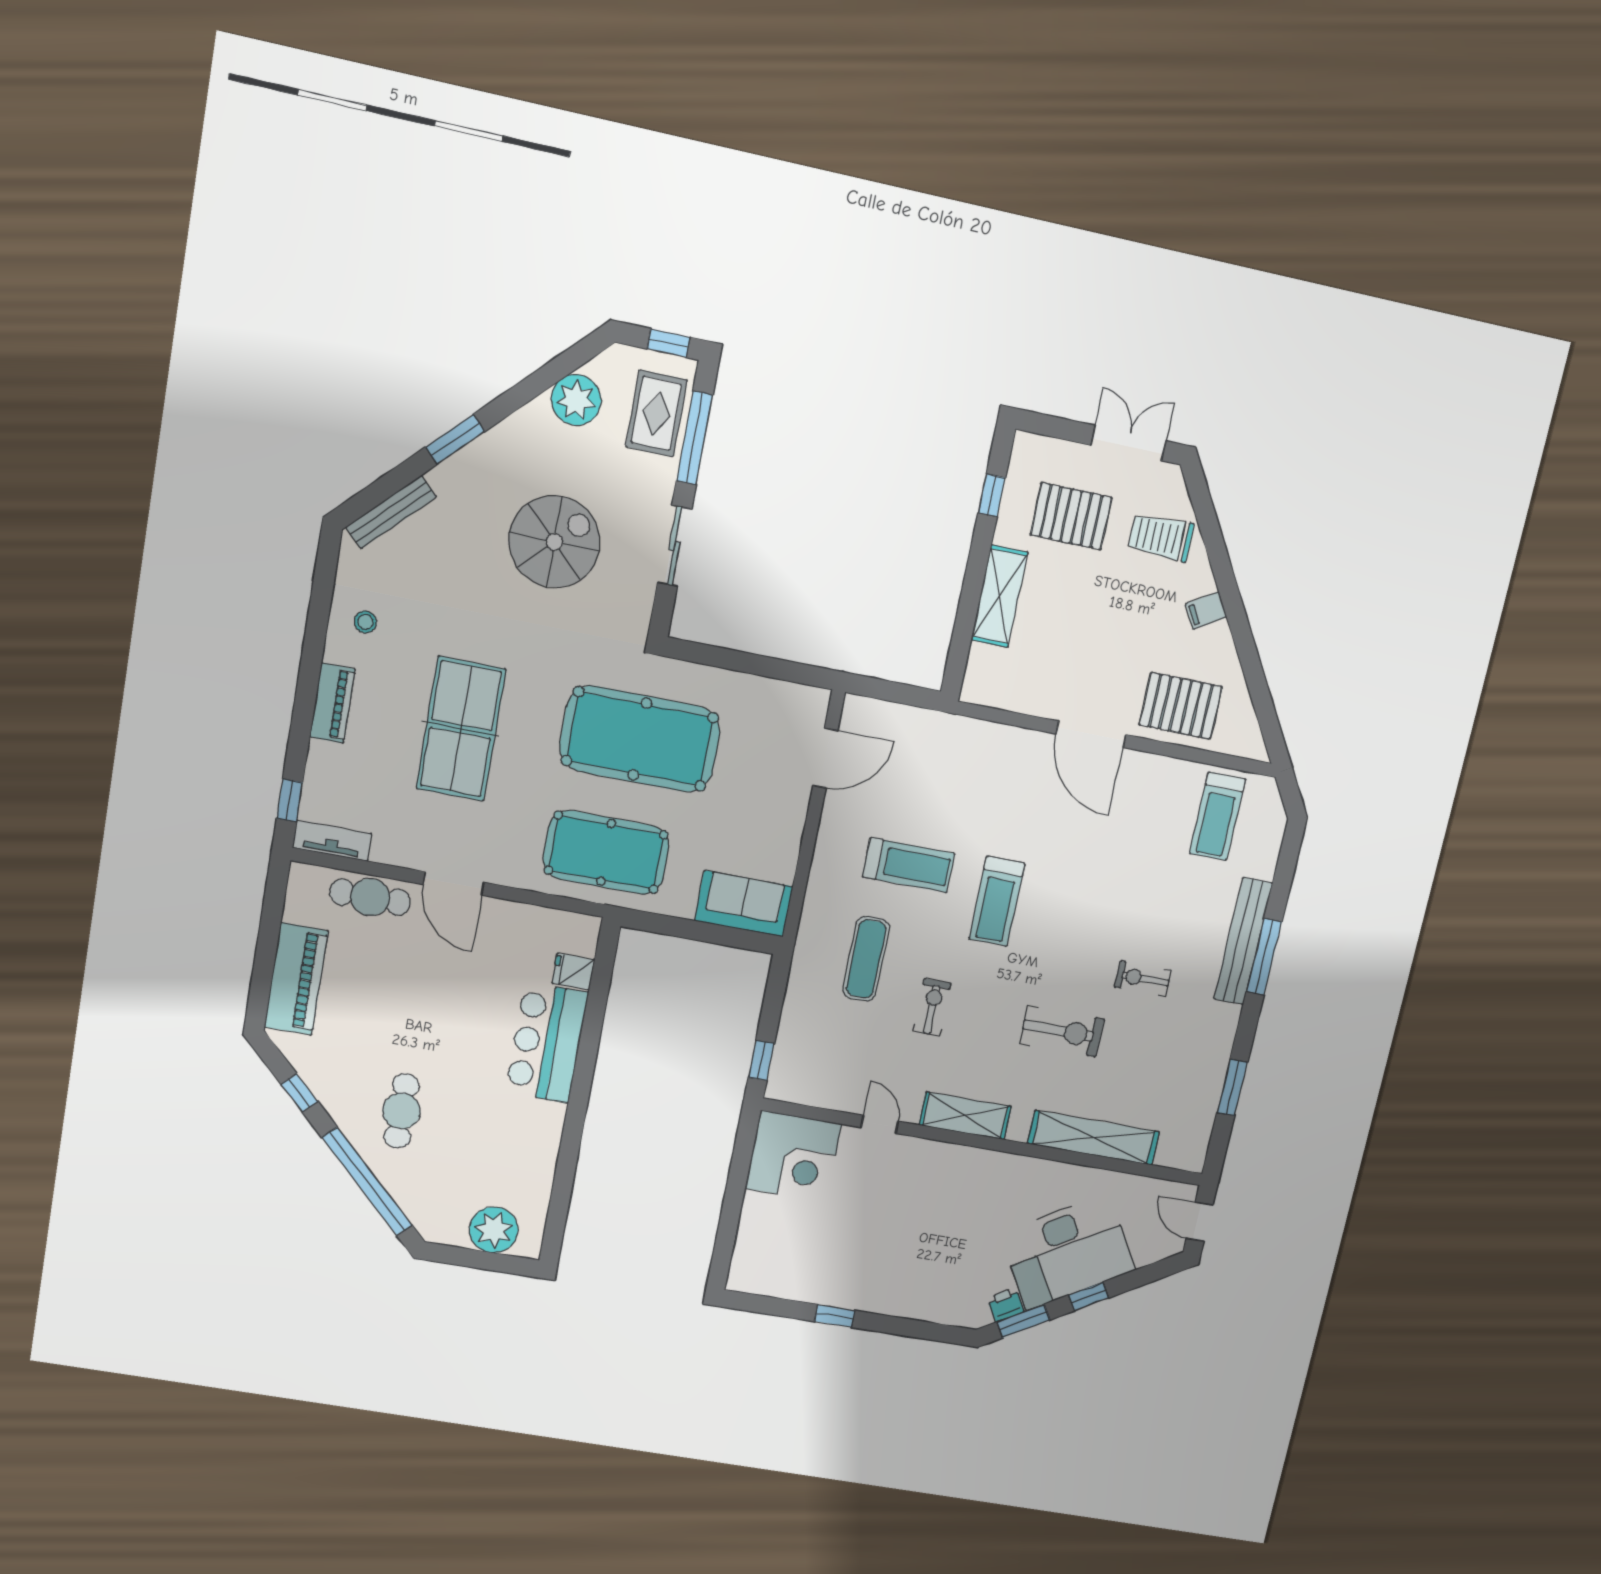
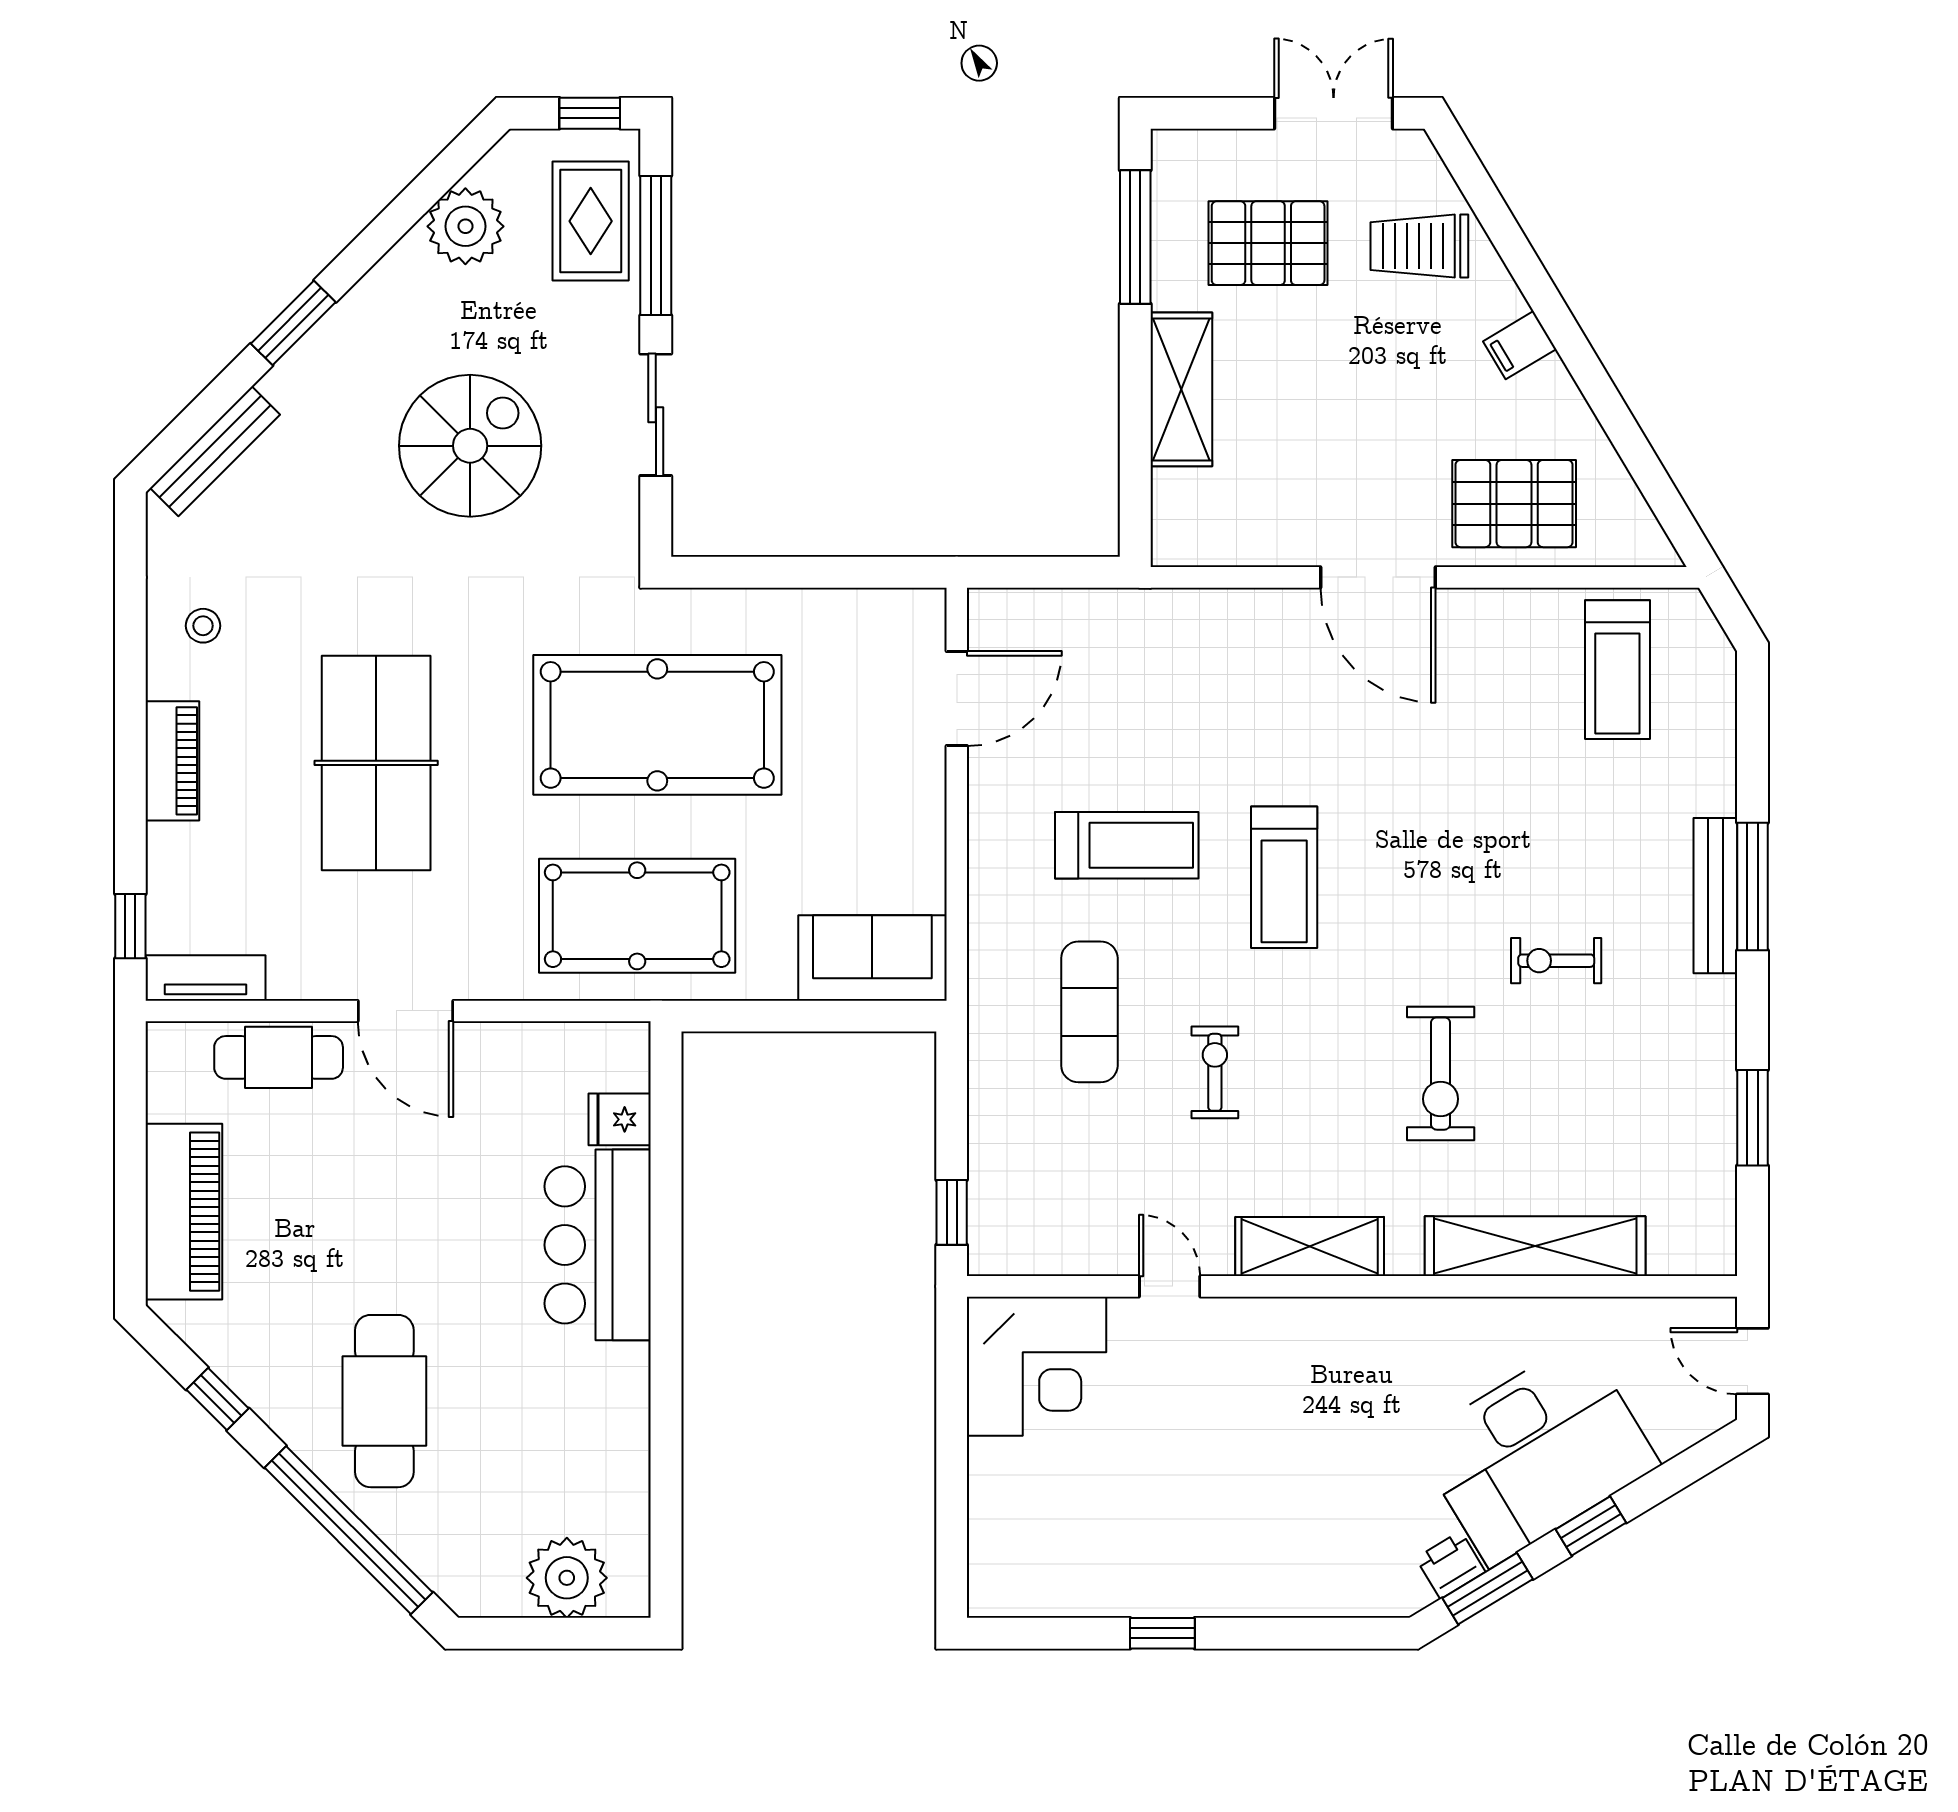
window: (992, 495) -> (1135, 237), width x2.17
bench: (1243, 941) -> (1715, 896), width x0.73, depth x0.82
exercise bike: (1062, 1031) -> (1441, 1074), turned 90
cafe table: (402, 1111) -> (384, 1401), width x1.37, depth x1.35

